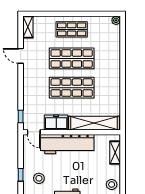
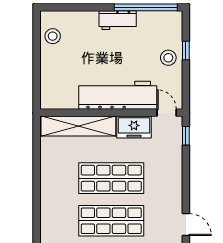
shelving: (115, 153) -> (48, 83), removed
stool: (39, 178) -> (168, 58), moved

